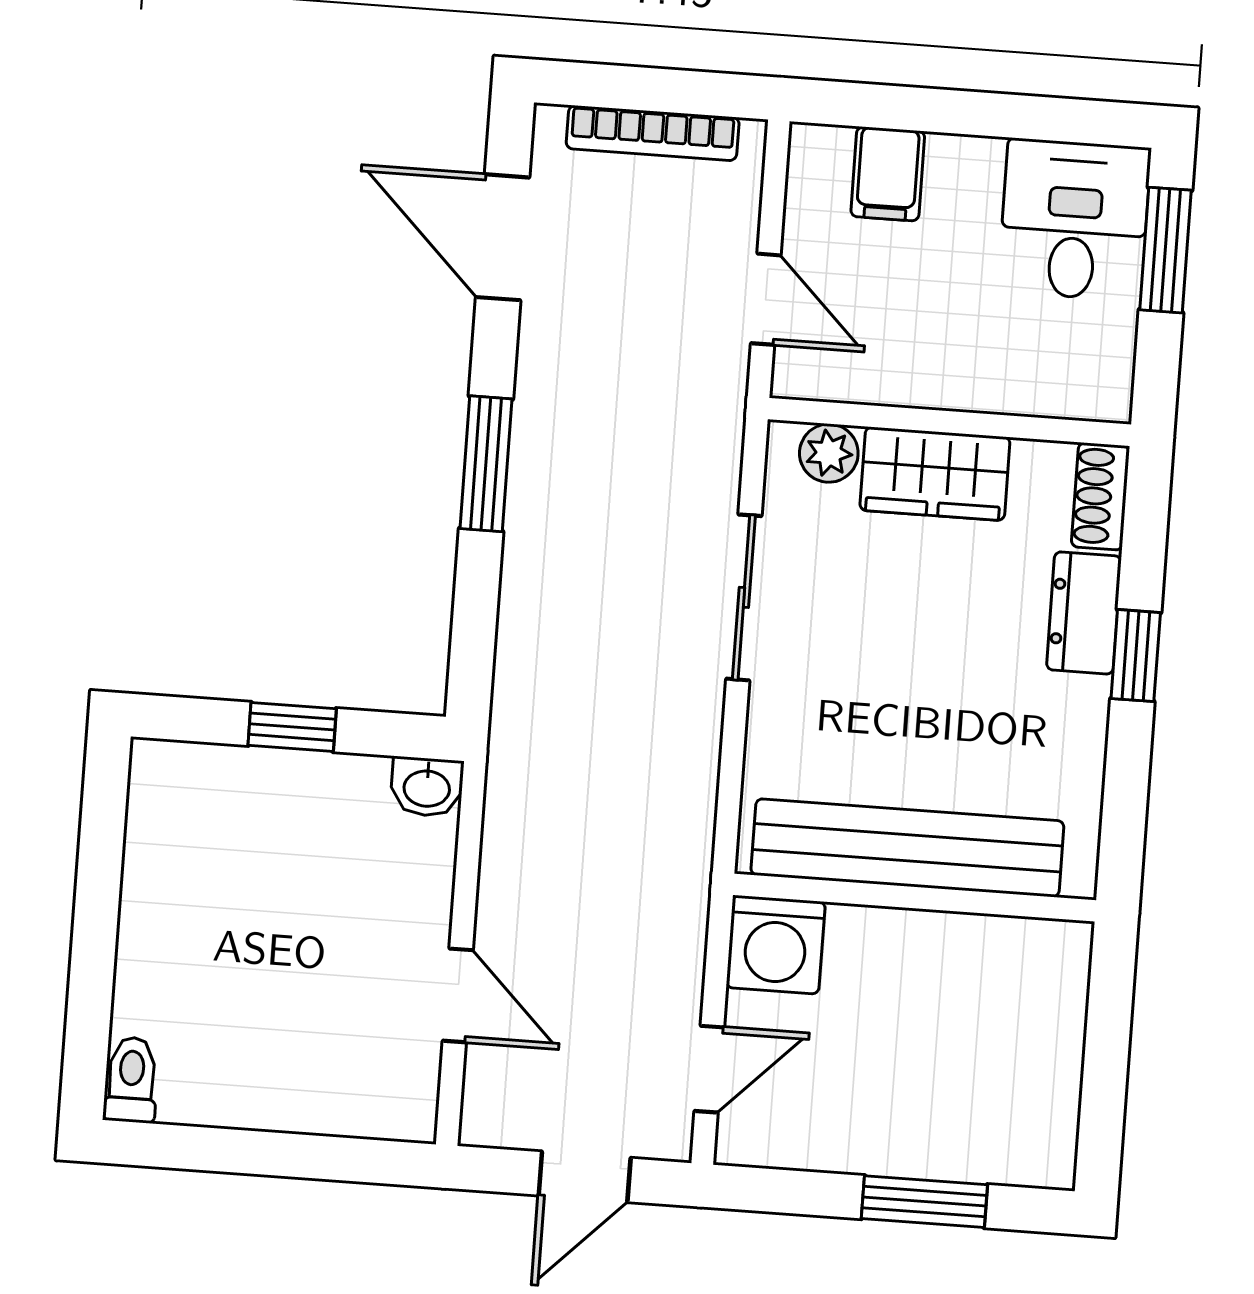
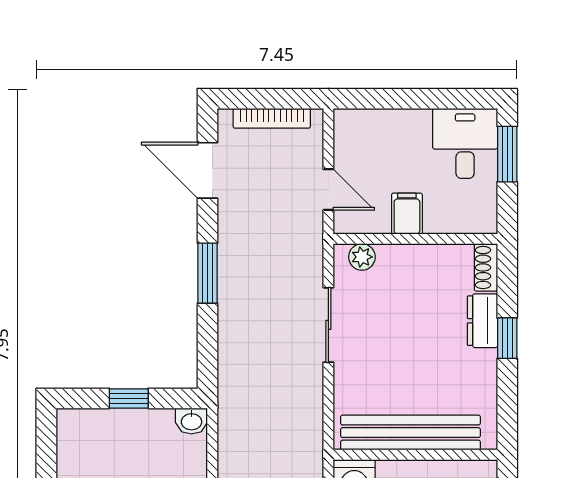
filing cabinet: (888, 174) -> (407, 214), moved, turned 180
wardrobe: (935, 474) -> (411, 263), removed

